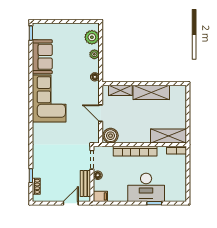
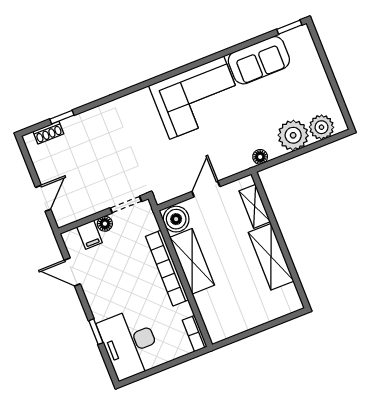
plant: (94, 54) -> (293, 135), width x1.87, depth x1.87
shelving: (169, 136) -> (192, 261), moved
bench: (85, 184) -> (84, 209), removed
desk: (146, 187) -> (130, 344), moved
filing cabinet: (100, 196) -> (90, 235), moved
door: (71, 203) -> (43, 198), hinge flipped
door: (117, 203) -> (72, 272), added

